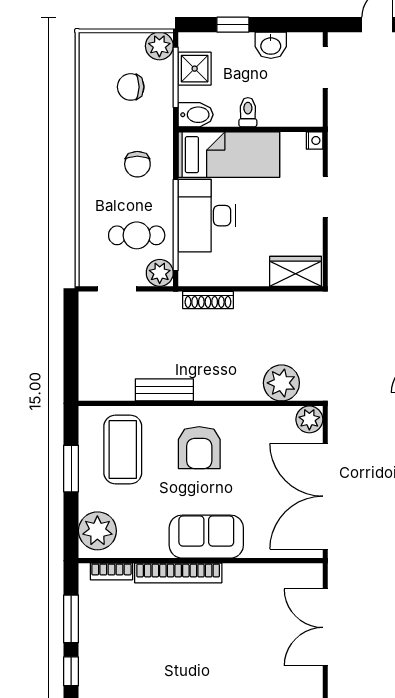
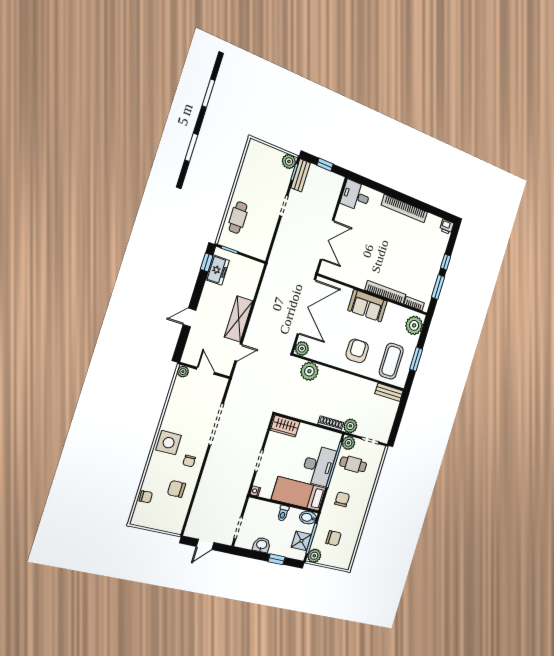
plant: (167, 305) -> (350, 426), added
bench: (164, 390) -> (389, 392), moved

